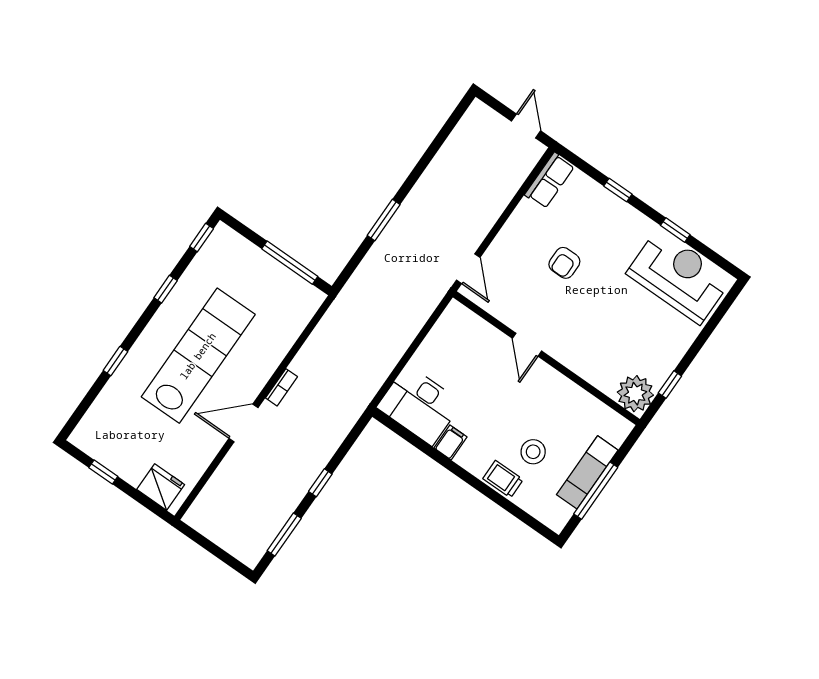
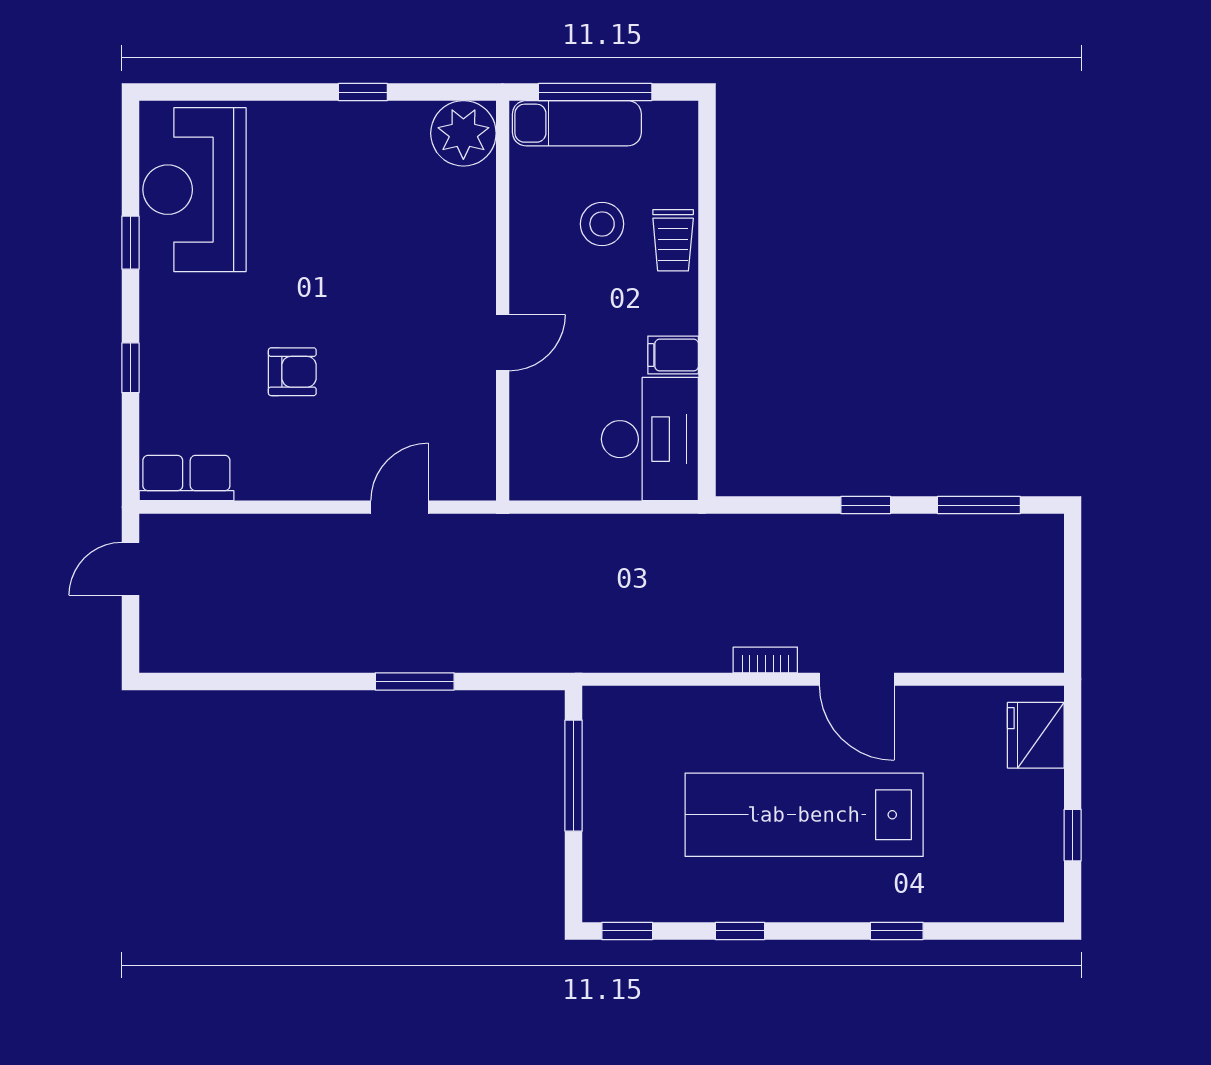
door: (527, 345) -> (503, 343), moved
wall: (546, 358) -> (503, 301), moved
plant: (635, 394) -> (463, 133), moved

